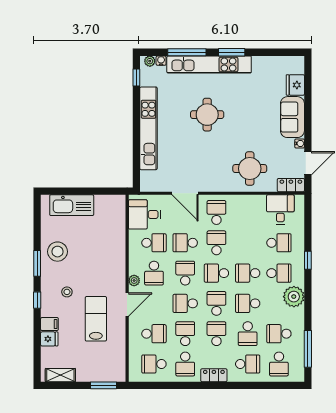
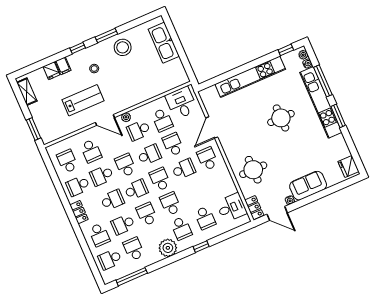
fridge: (295, 85) -> (348, 166), moved, turned -90
school desk: (216, 212) -> (207, 159), turned -90
school desk: (185, 334) -> (102, 175), turned 180

